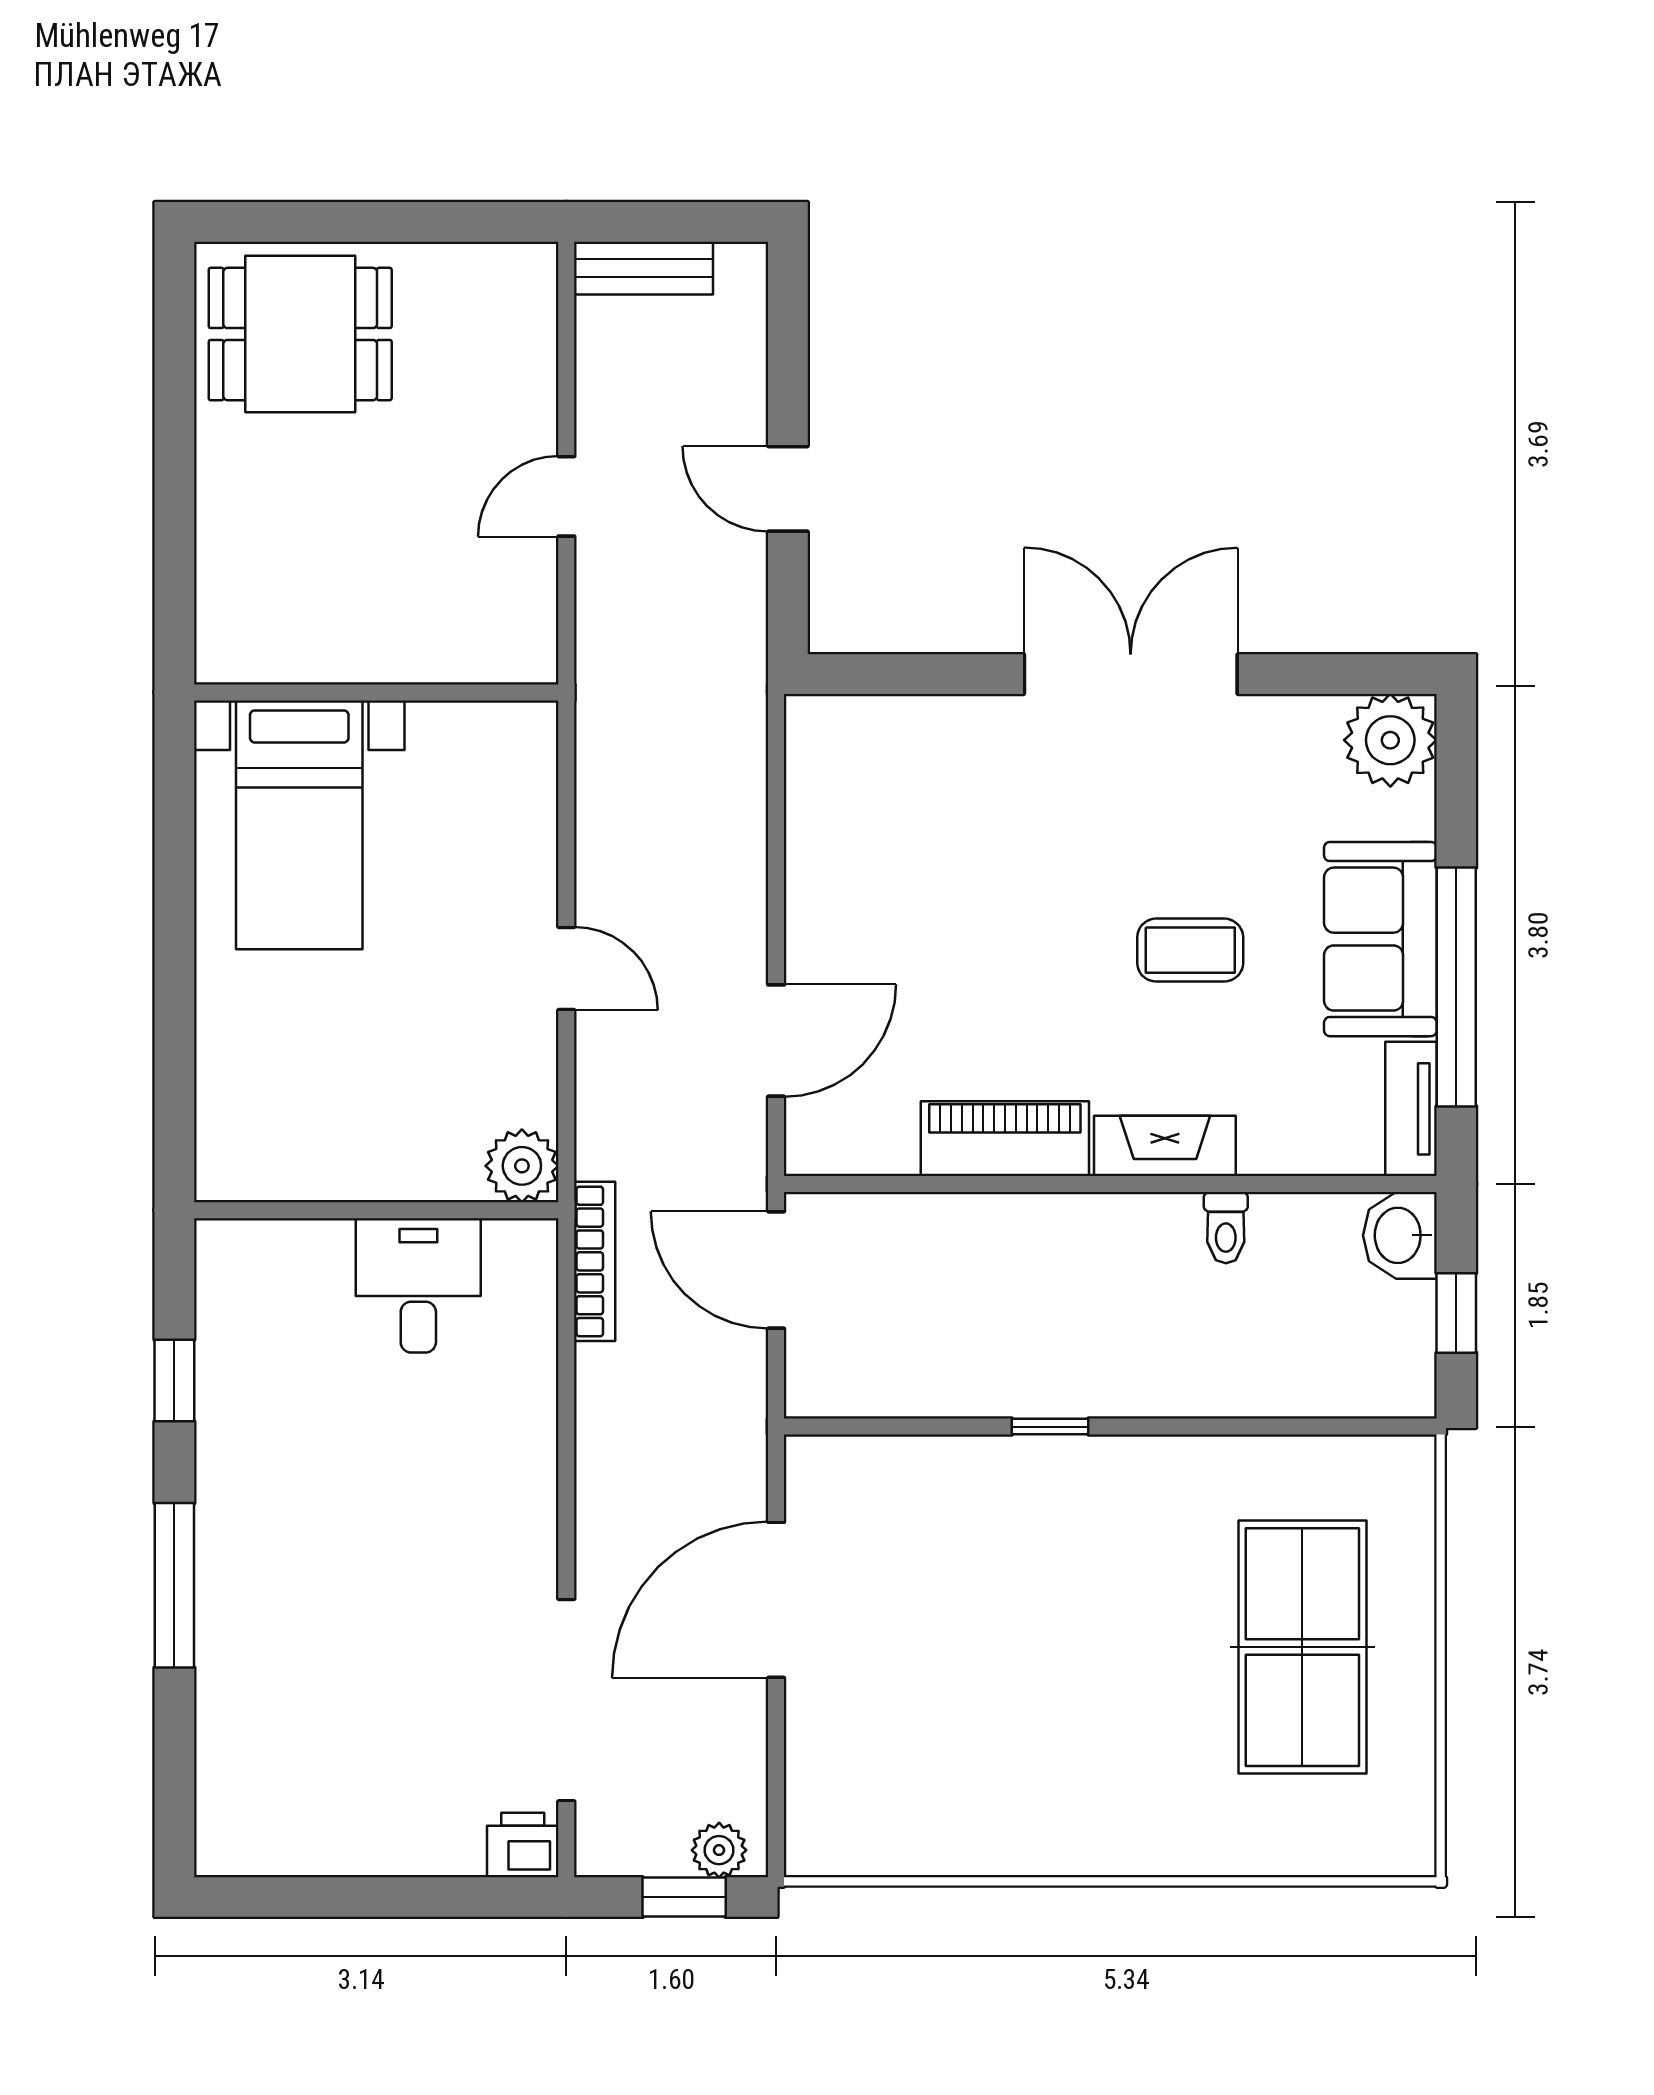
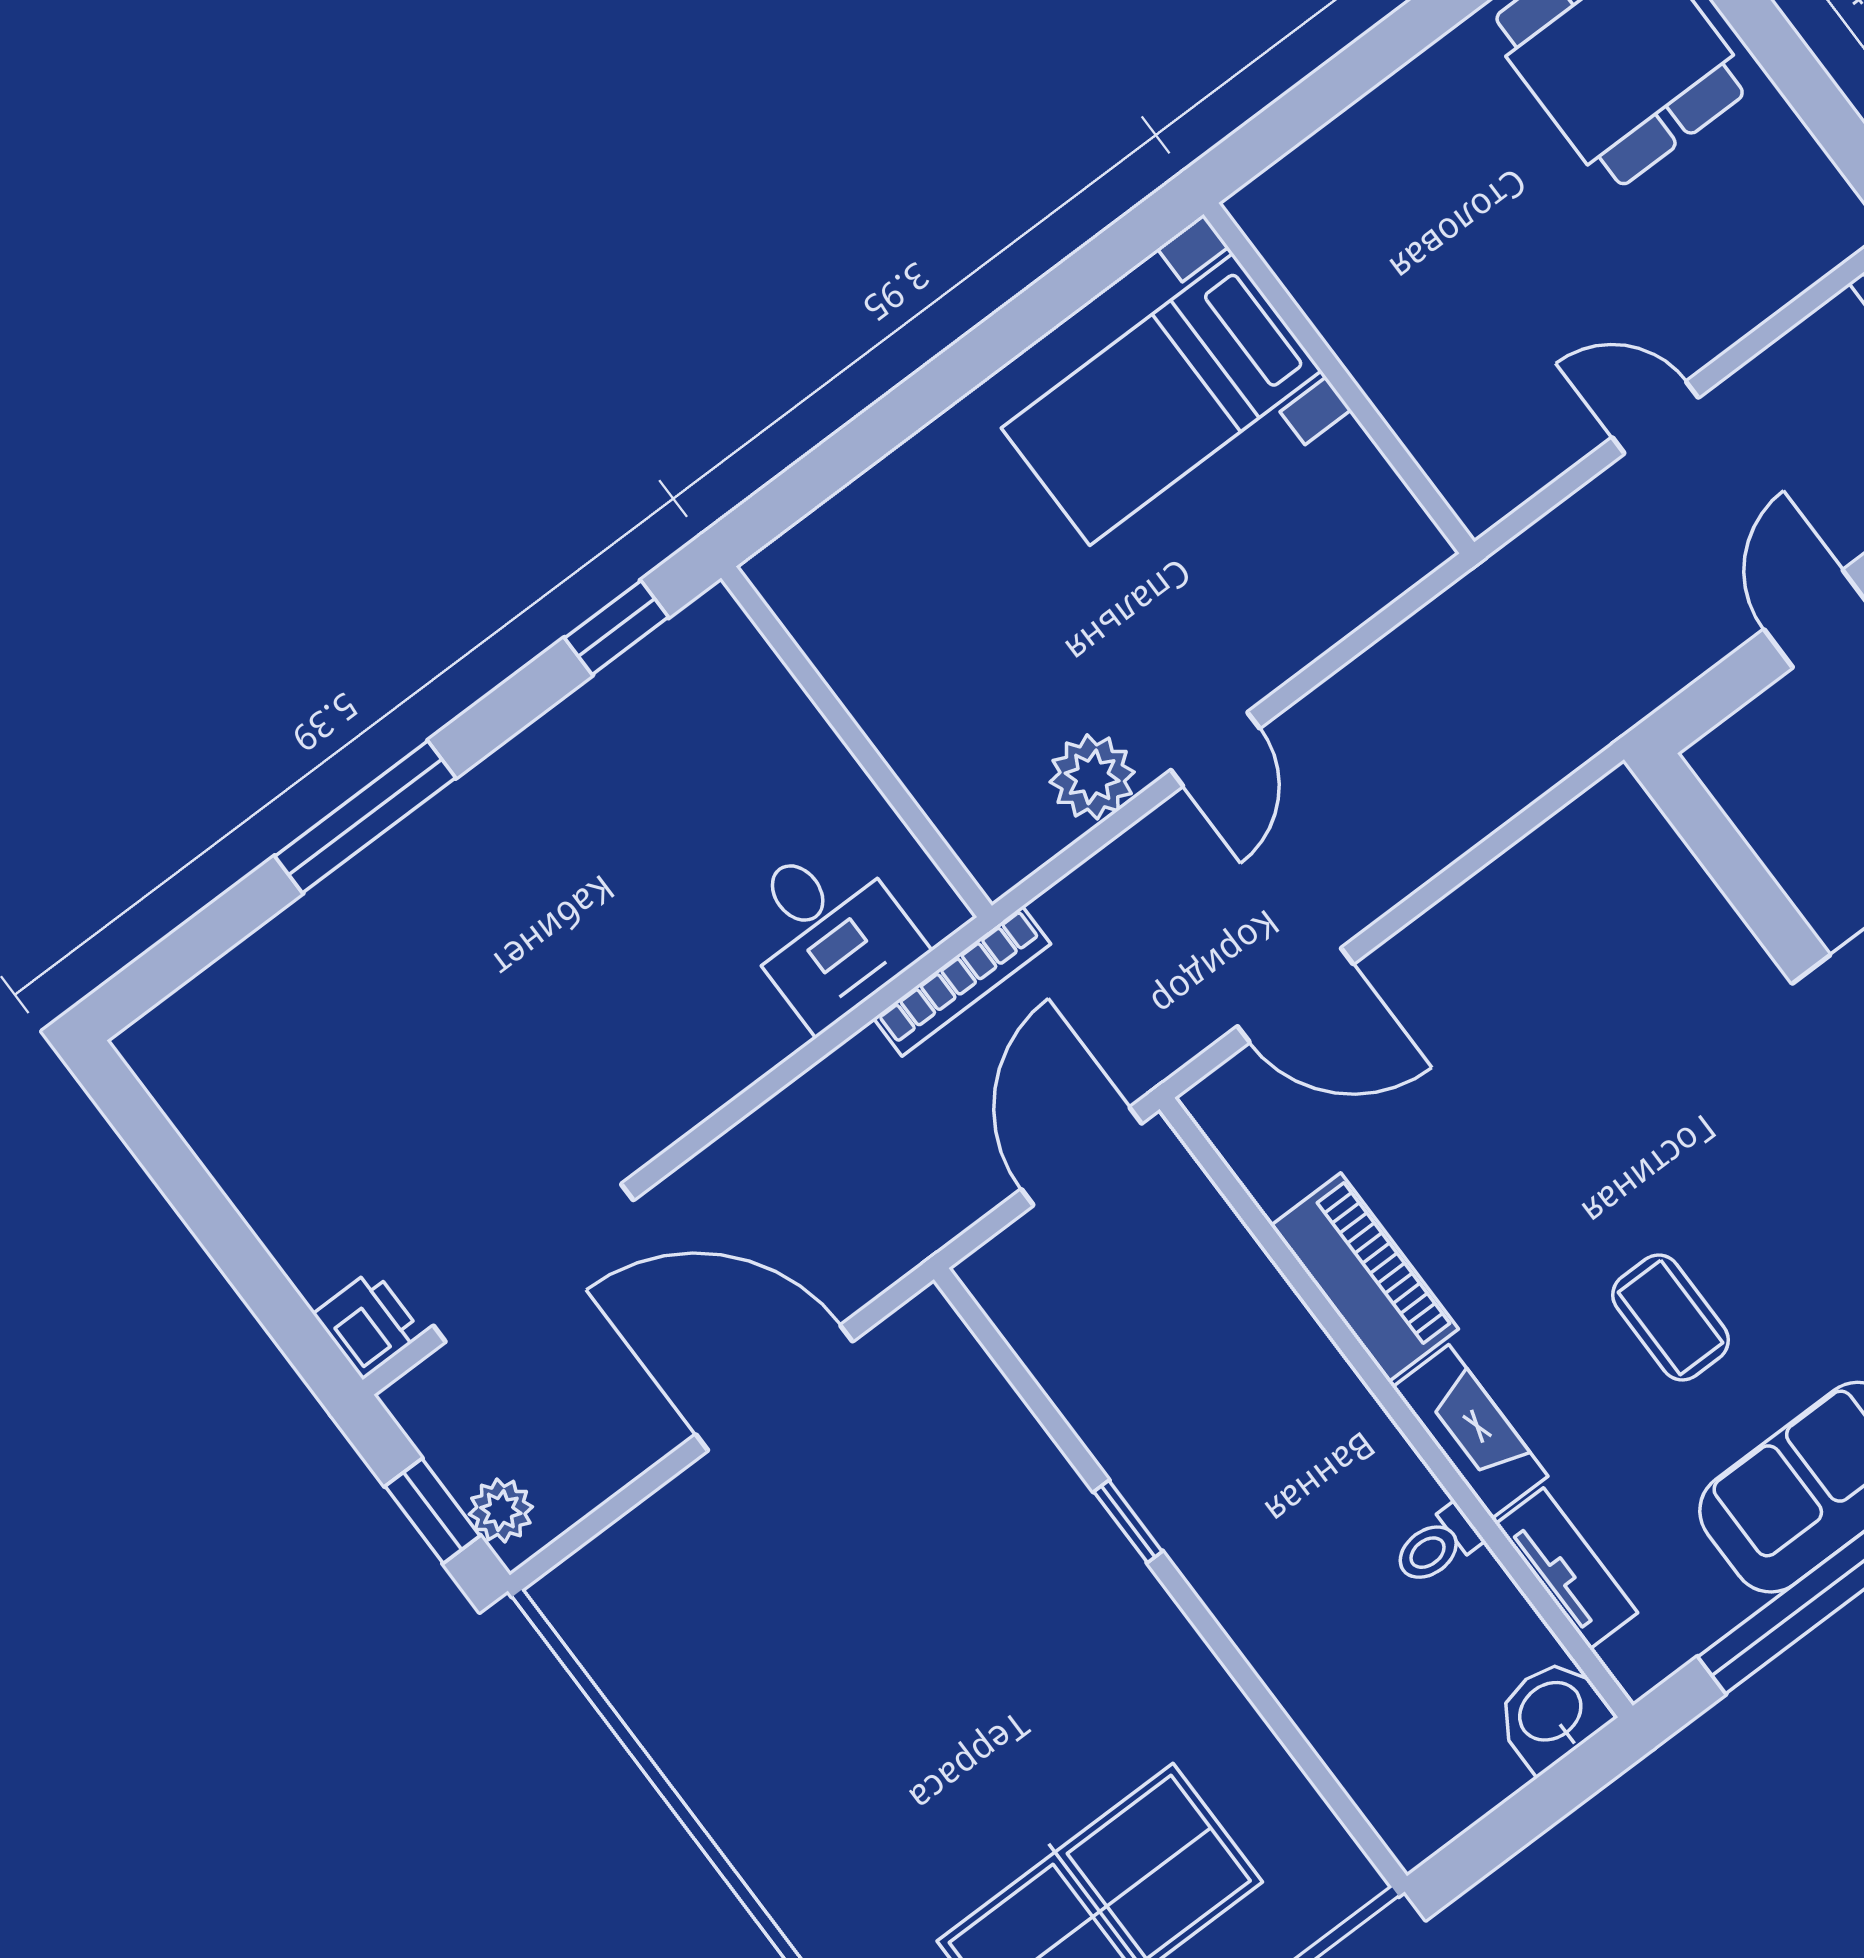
tv unit: (1411, 1109) -> (1567, 1568), moved, turned 90
plant: (522, 1166) -> (1092, 777), moved
desk: (418, 1285) -> (827, 932), moved, turned 90
window: (1456, 1313) -> (1519, 1820), removed
window: (174, 1381) -> (617, 628), moved

